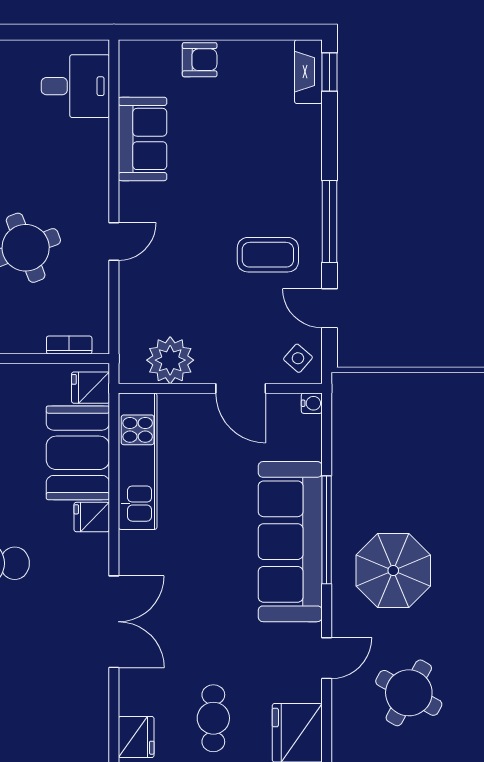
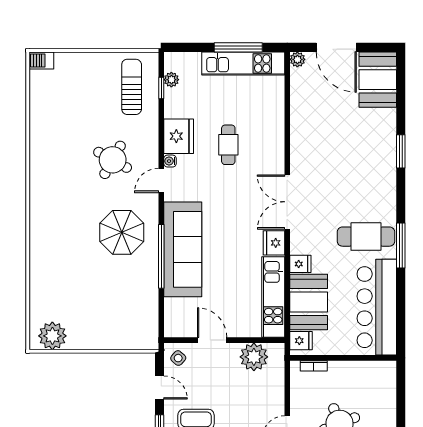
water cooler: (312, 403) -> (170, 161), moved
fridge: (136, 737) -> (274, 243), moved

